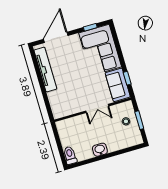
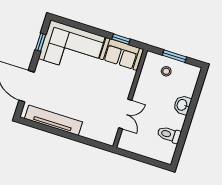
double door: (97, 108) -> (125, 114), moved
washbasin: (100, 150) -> (182, 105), moved
toilet: (70, 155) -> (169, 135), moved

